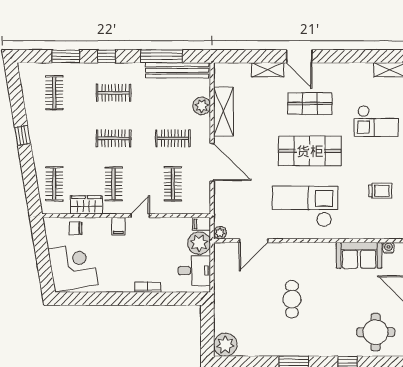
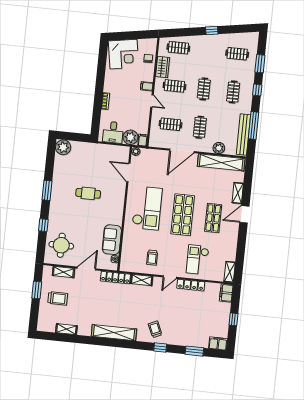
shelving: (223, 112) -> (221, 162), width x1.47

